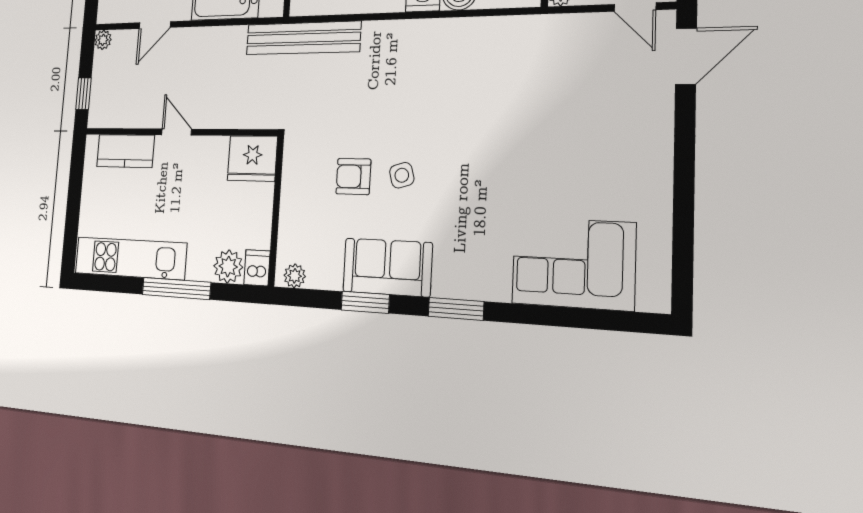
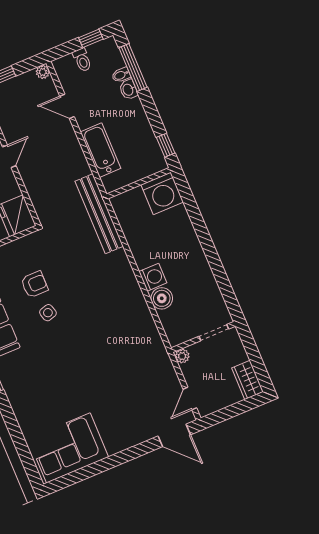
armchair: (353, 177) -> (34, 284), turned 90
corner sofa: (573, 263) -> (68, 448), moved, turned -90

